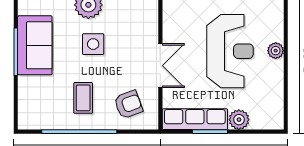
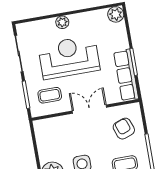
coffee table: (187, 19) -> (50, 95), added
plant: (239, 120) -> (116, 14), moved

